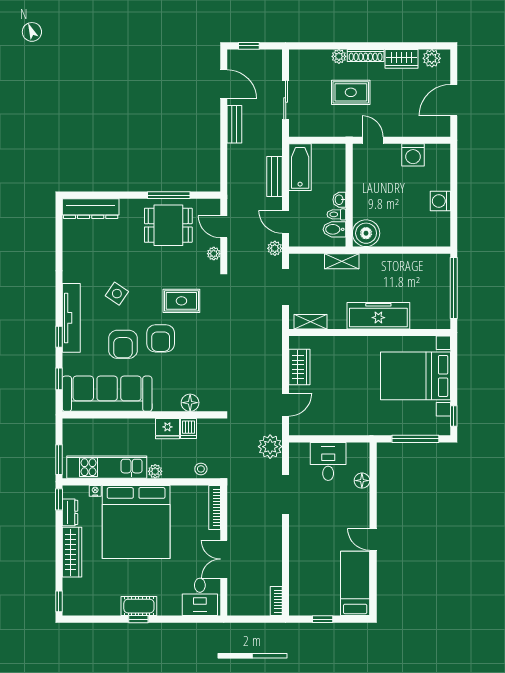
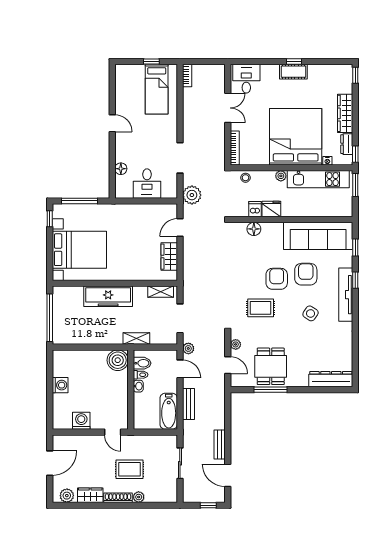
dining table: (168, 225) -> (271, 366), turned 90
bed: (355, 583) -> (157, 89), moved

